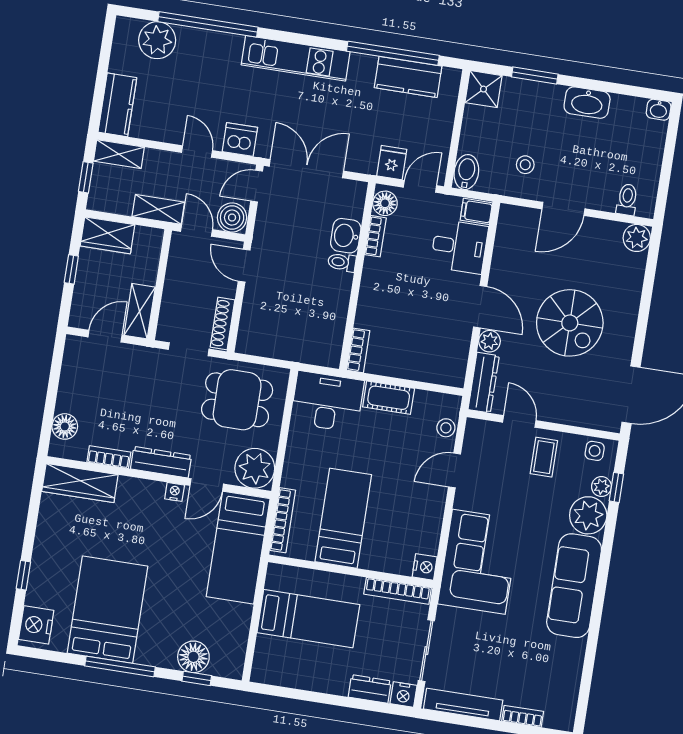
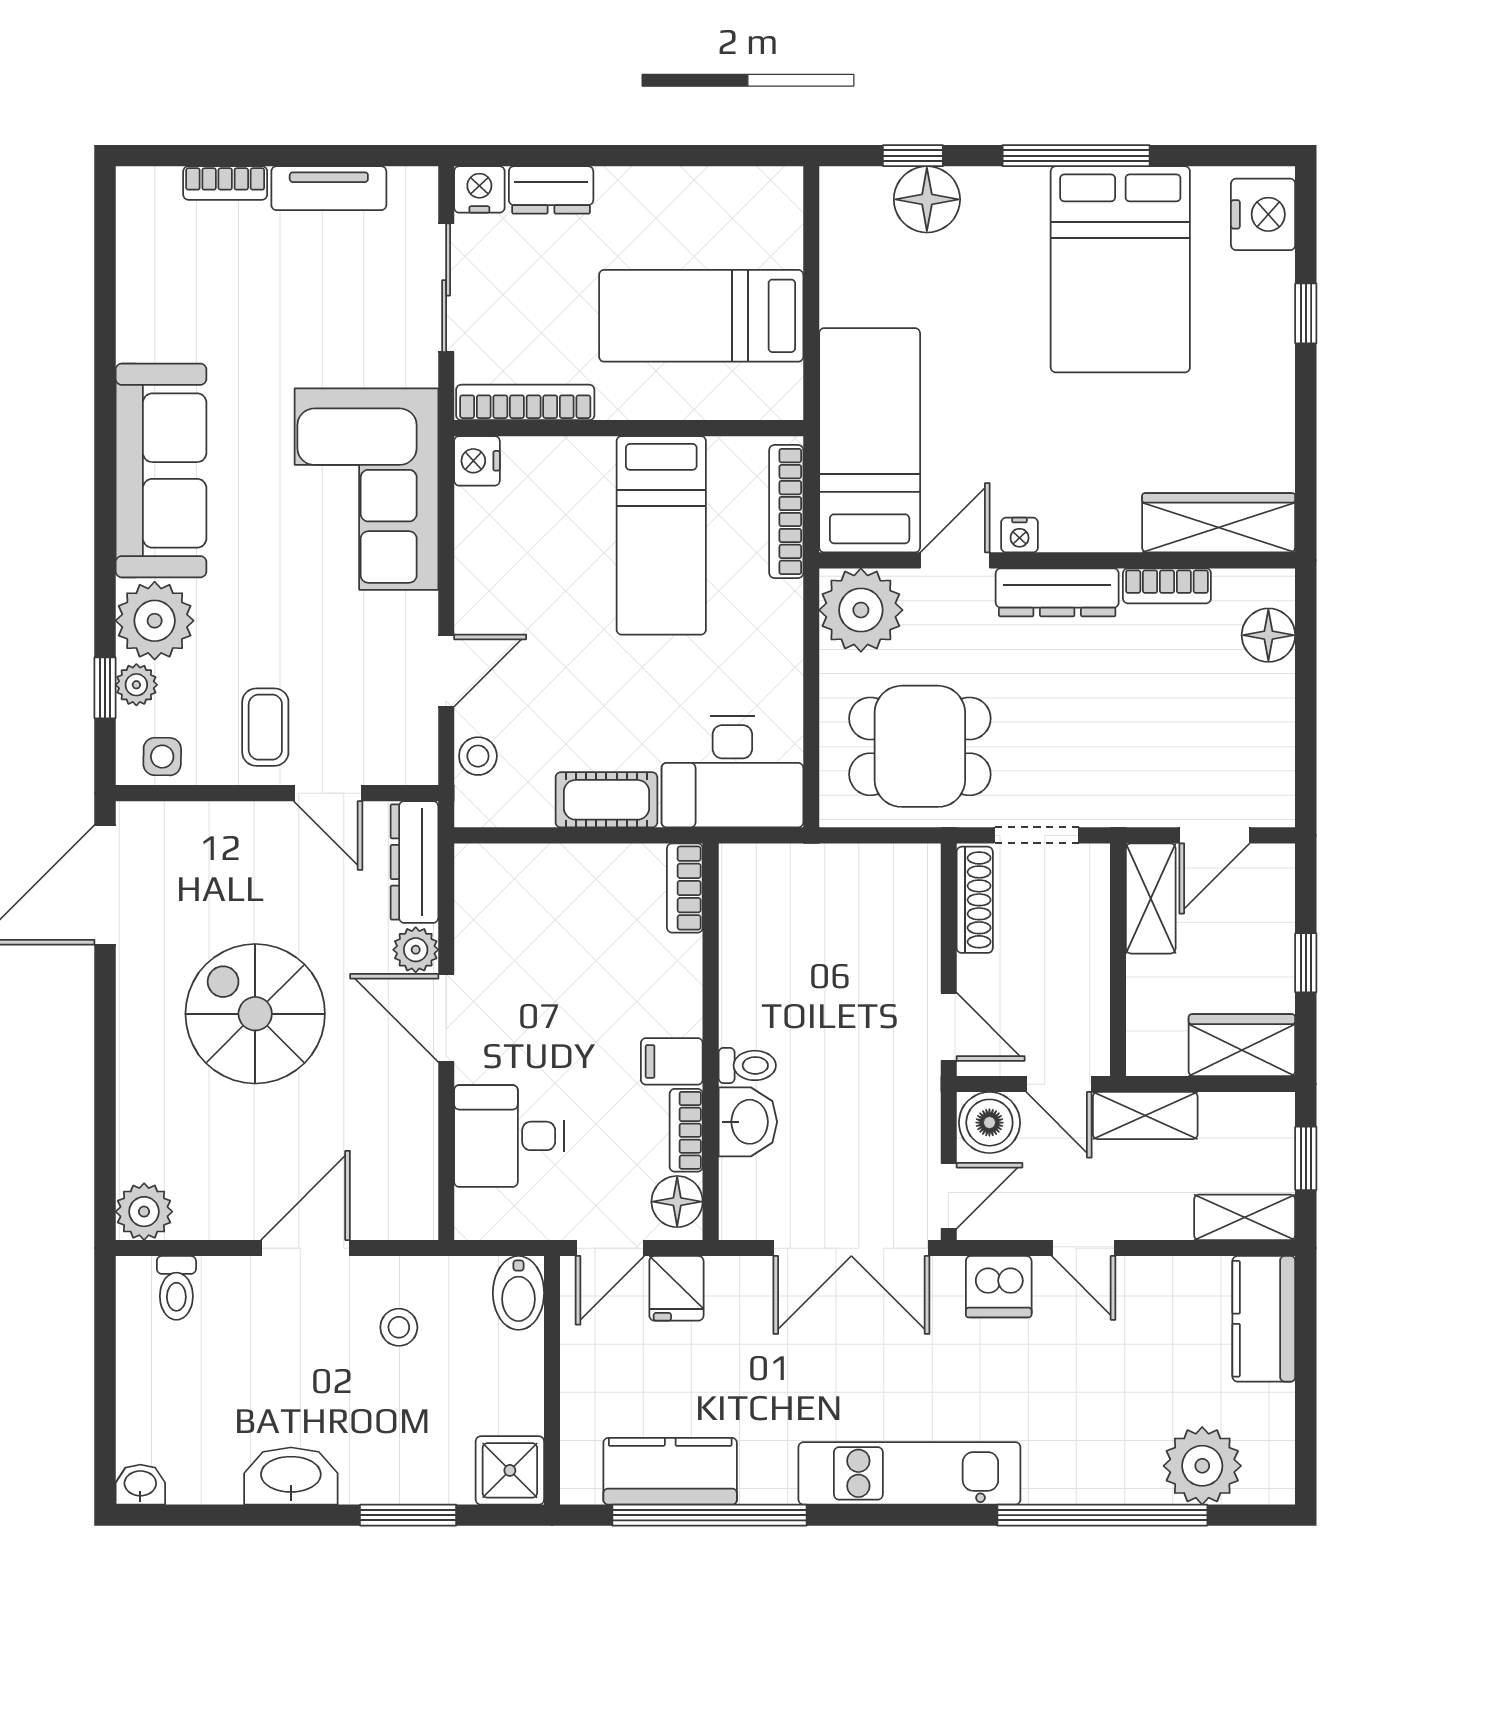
filing cabinet: (476, 211) -> (672, 1061), moved, turned 180
tv unit: (463, 704) -> (329, 188), width x0.71

